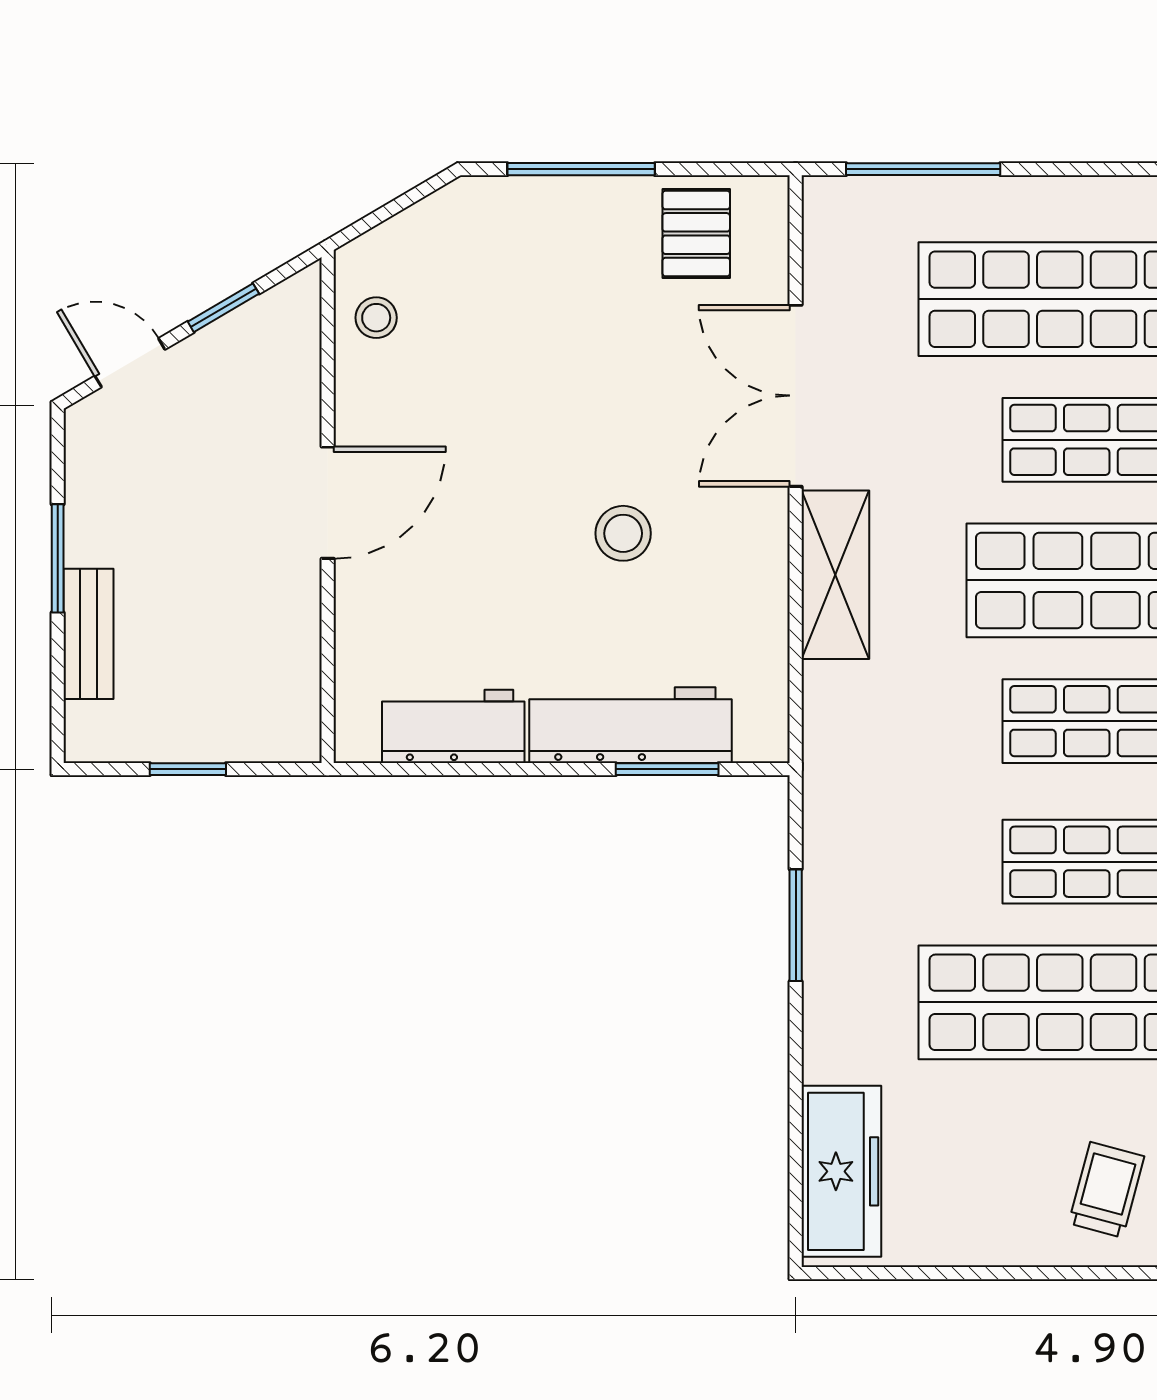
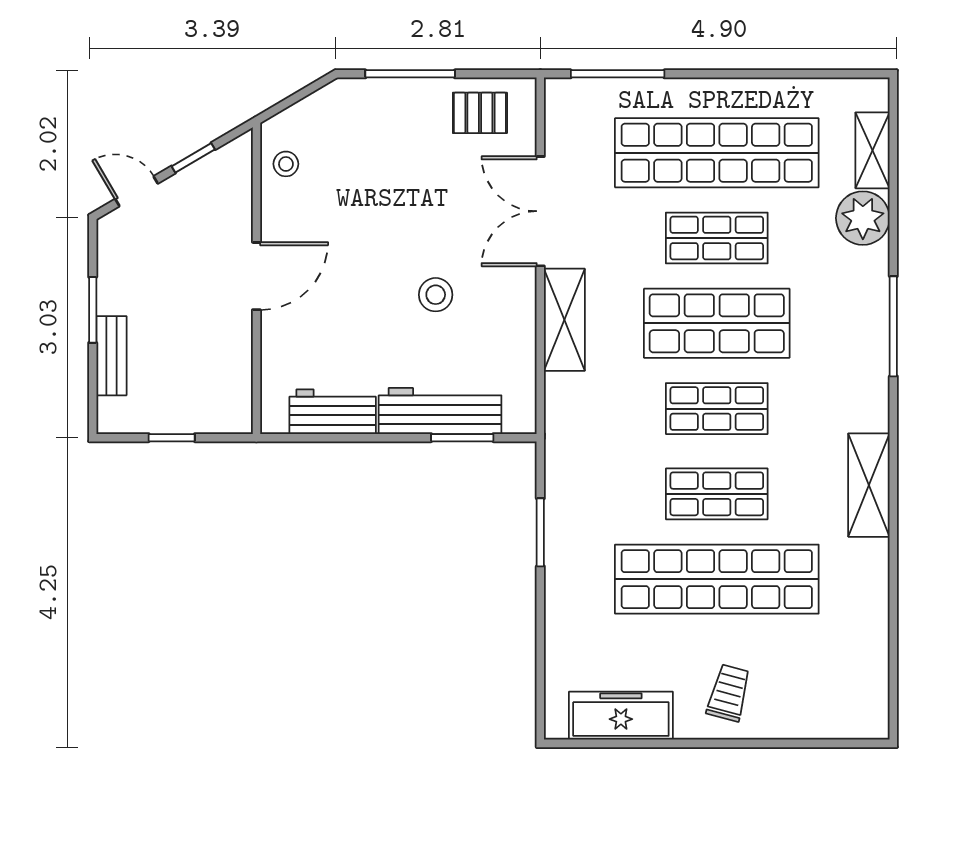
pallet: (696, 234) -> (480, 113), turned 90
freezer: (841, 1171) -> (621, 716), moved, turned -90

